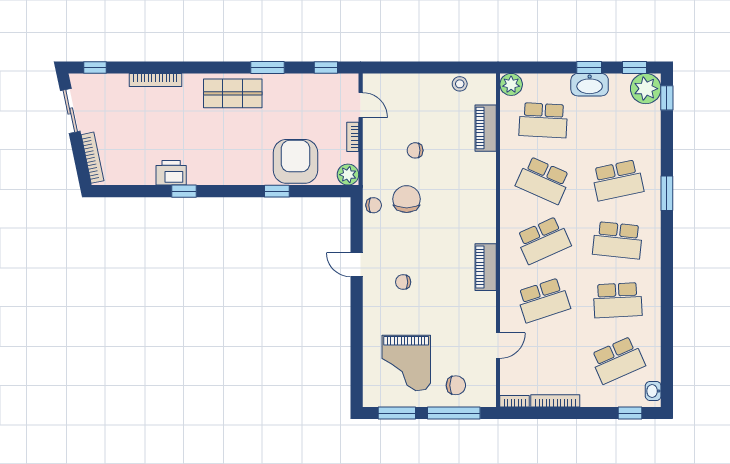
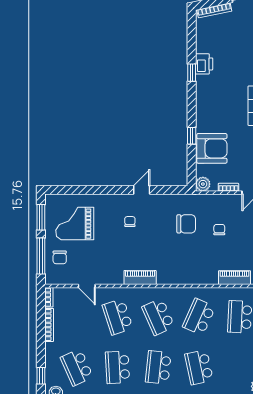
chair: (374, 205) -> (182, 201), removed

